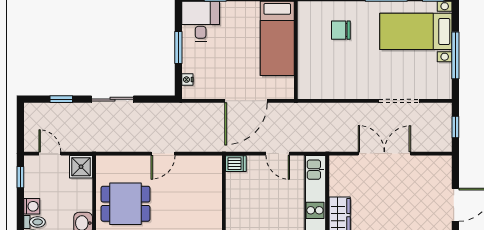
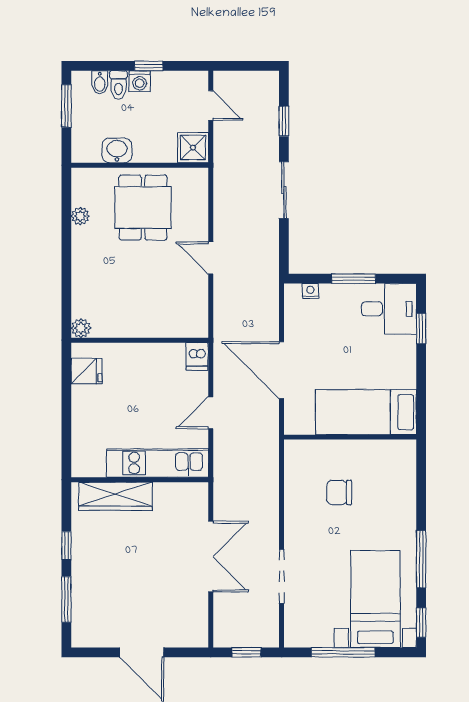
chair: (341, 30) -> (339, 493), moved, turned -90
door: (50, 154) -> (211, 106), hinge flipped
window: (20, 177) -> (149, 66), moved

